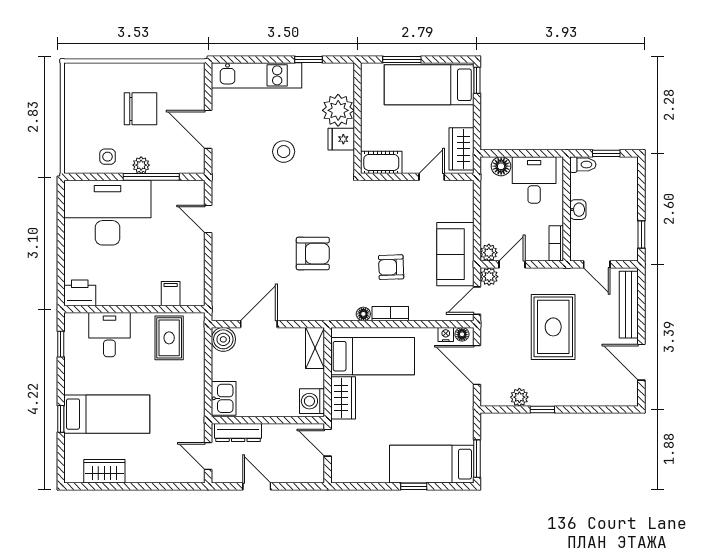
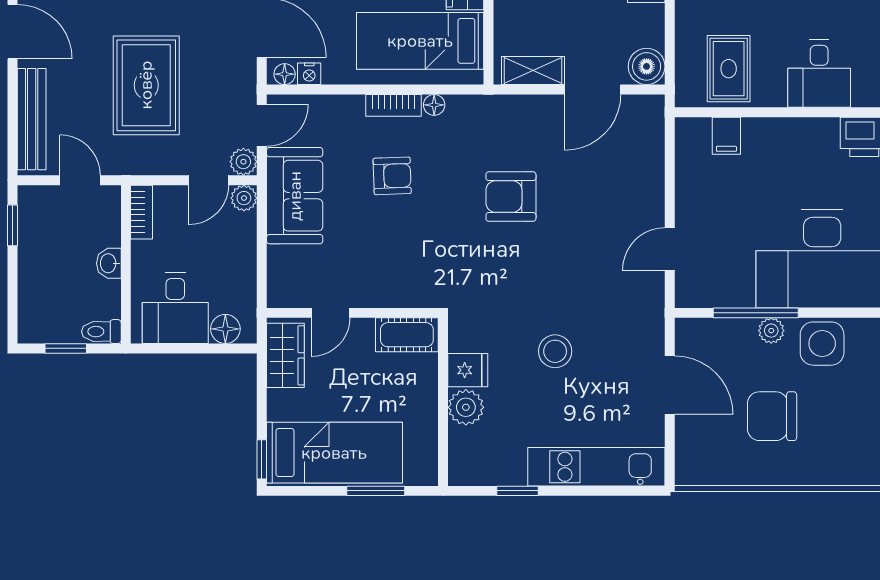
plant: (338, 110) -> (466, 407), width x0.73, depth x0.73
side table: (108, 157) -> (822, 344), width x1.87, depth x1.87
door: (208, 219) -> (670, 249), swing flipped
shelving: (315, 348) -> (533, 71), moved, turned 90

